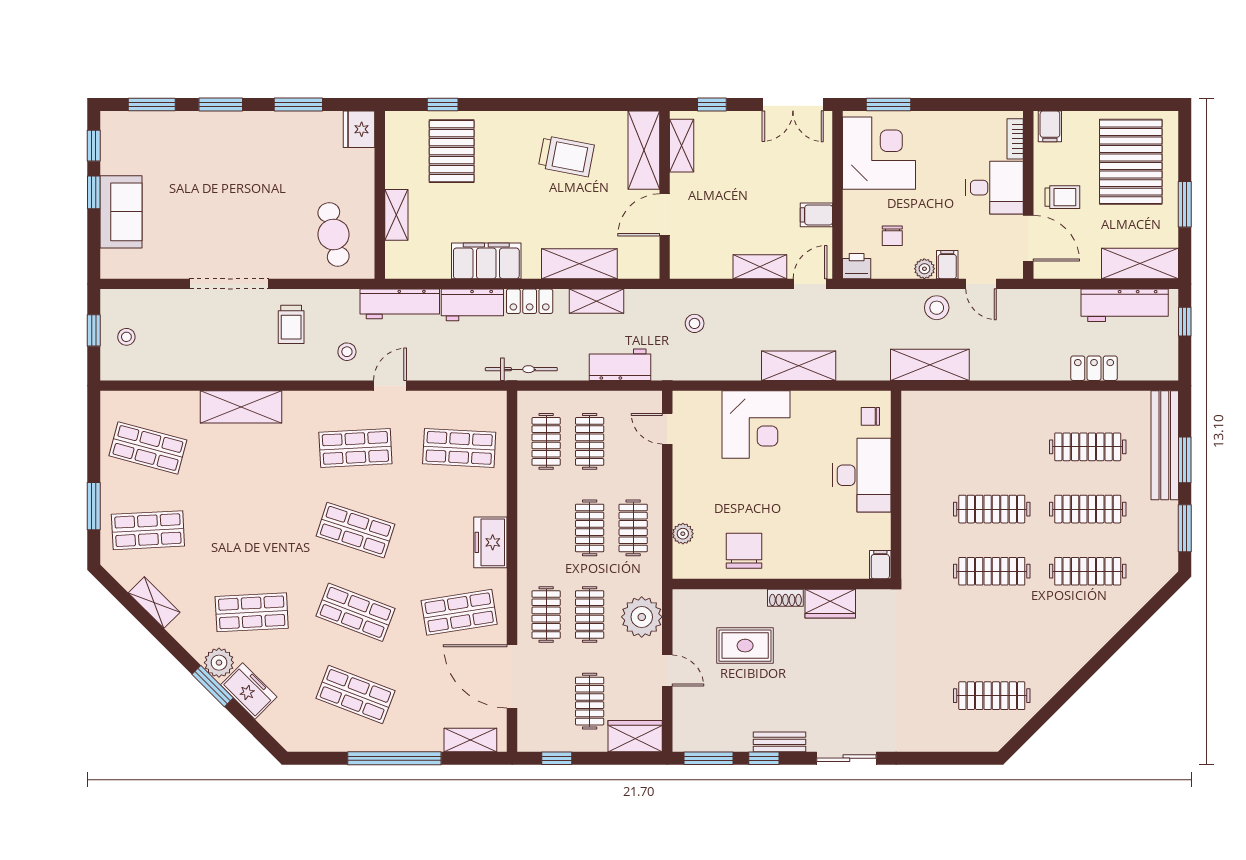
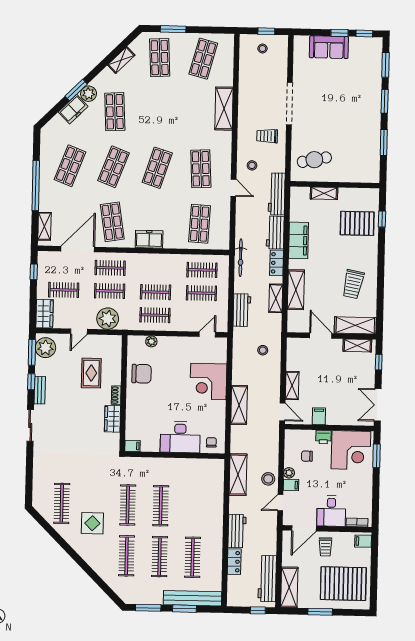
fridge: (359, 129) -> (370, 174), removed
printer: (857, 266) -> (323, 437), moved, turned 90
workbench: (1036, 364) -> (237, 531), added
display table: (1028, 637) -> (92, 523), added
plant: (699, 733) -> (45, 348), added

